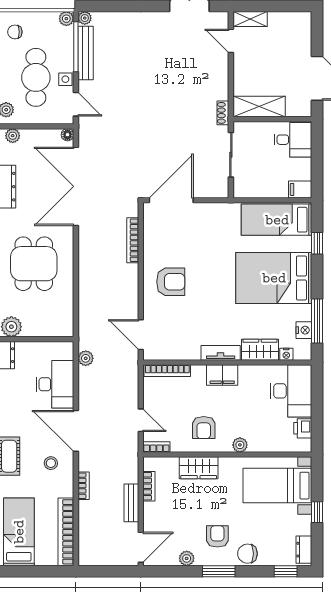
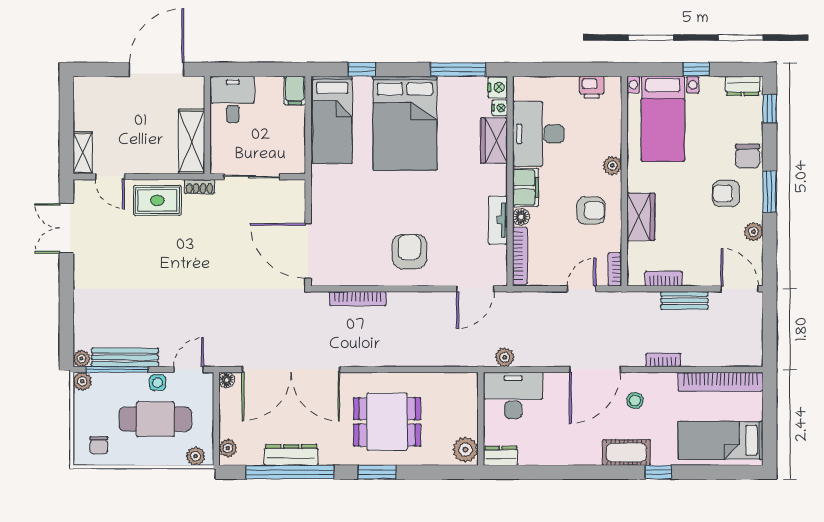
door: (231, 41) -> (110, 177), hinge flipped
rug: (212, 79) -> (157, 200), added
nightstand: (304, 330) -> (498, 87), moved, turned 90
tv unit: (221, 353) -> (498, 220), moved
floor lamp: (199, 371) -> (521, 217), added
desk: (55, 384) -> (513, 395), moved
desk: (291, 391) -> (538, 134), moved, turned -90

